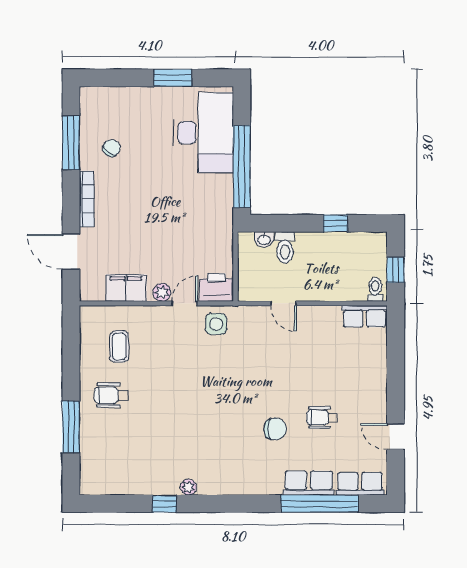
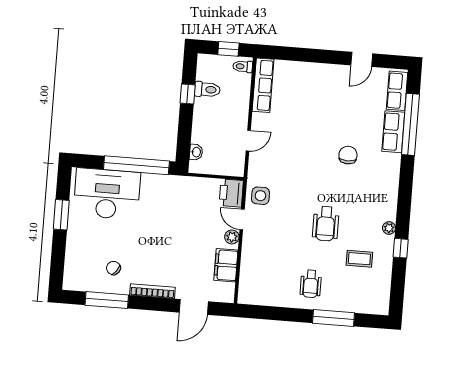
toilet: (285, 247) -> (207, 89), moved
row of seats: (365, 316) -> (263, 85), width x1.48
coffee table: (119, 346) -> (359, 259), moved
wheelchair: (322, 417) -> (326, 224), moved, width x1.36, depth x1.37

